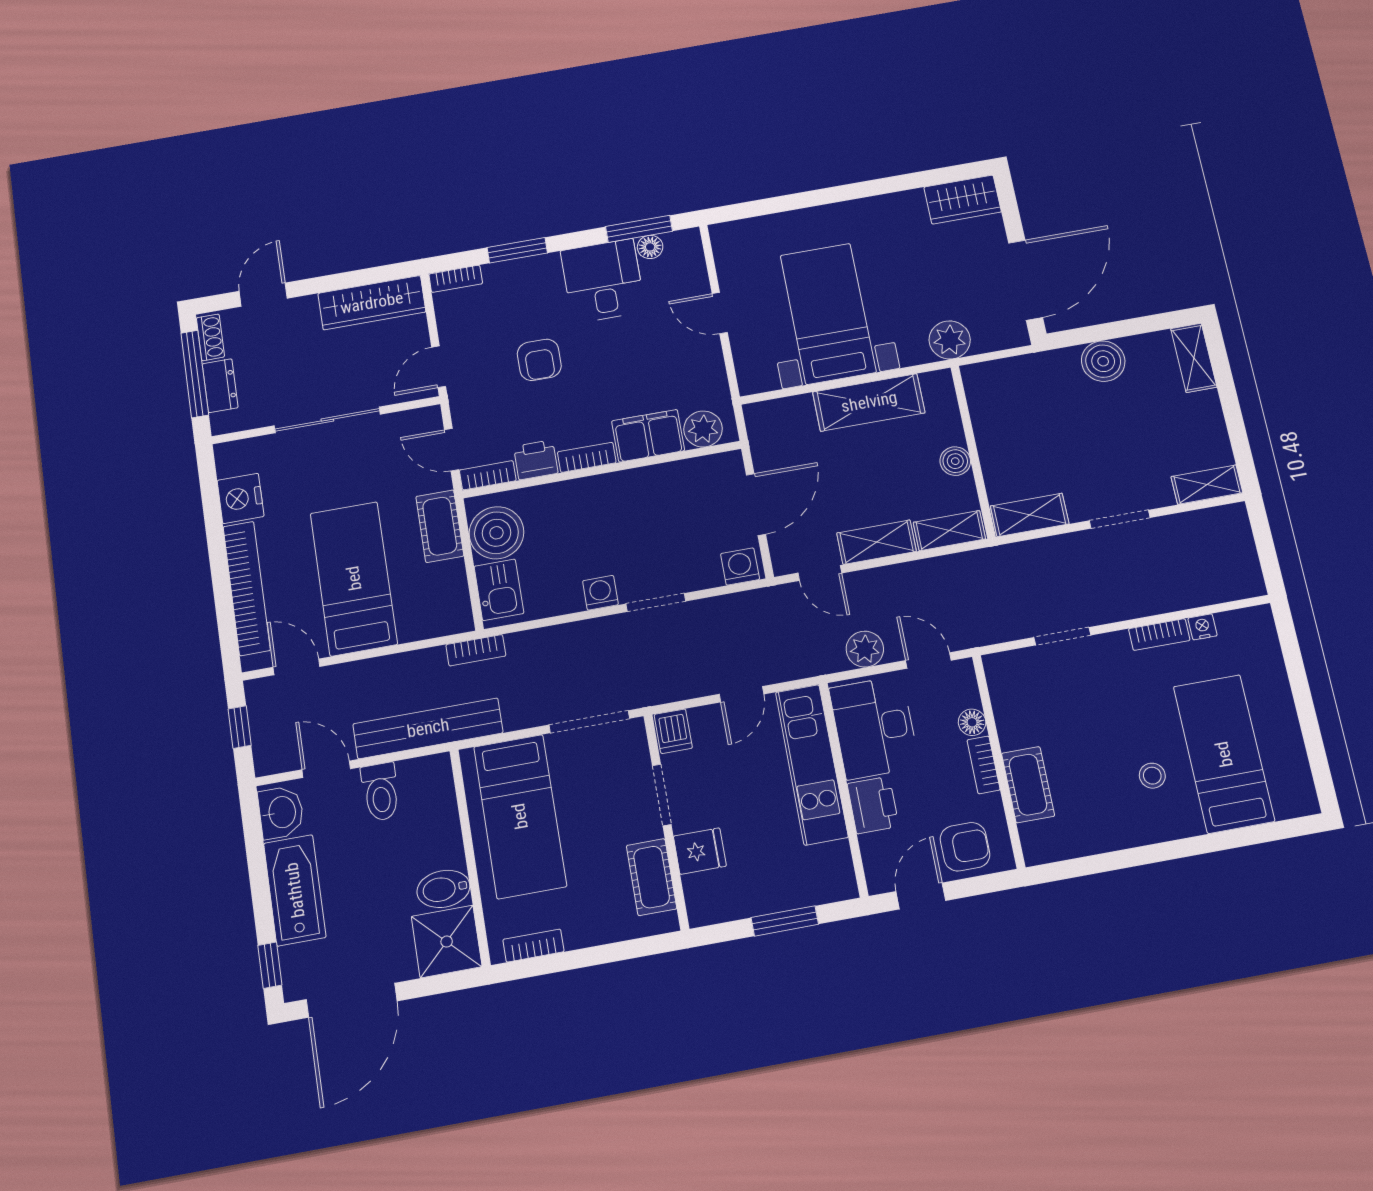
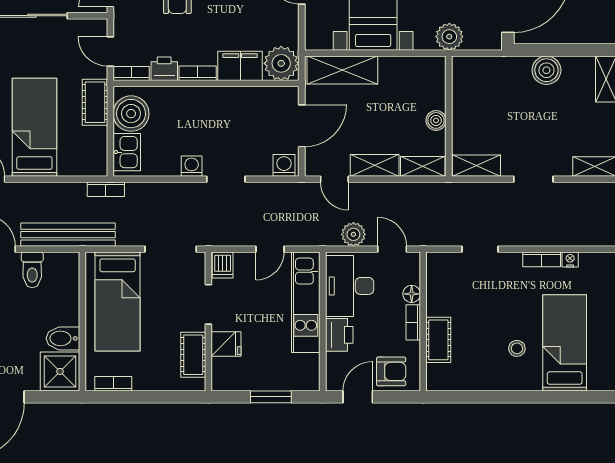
shelving: (869, 402) -> (342, 70), moved
plant: (703, 429) -> (281, 63), width x1.36, depth x1.36

